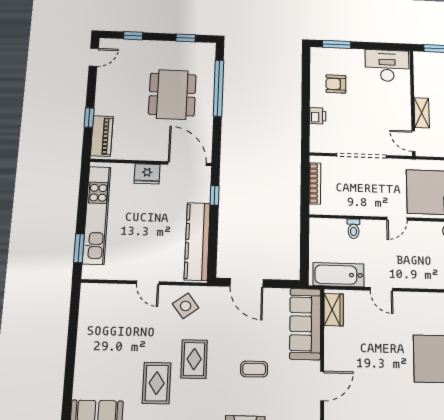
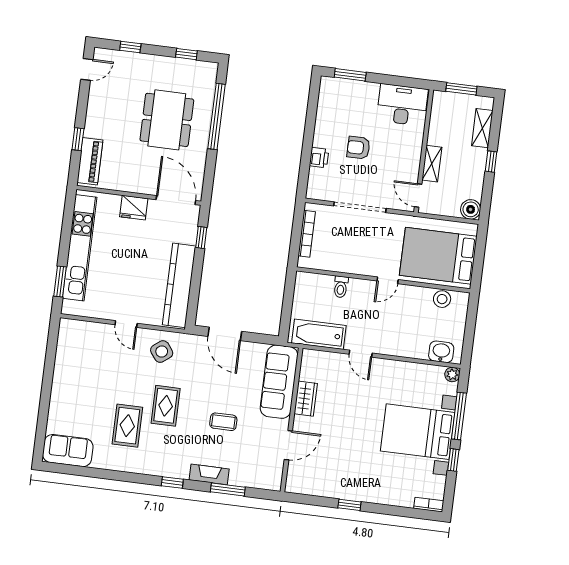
armchair: (336, 84) -> (358, 148), moved
wardrobe: (334, 310) -> (306, 399), moved

